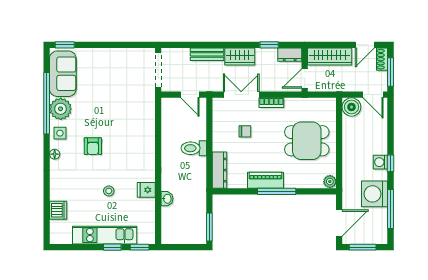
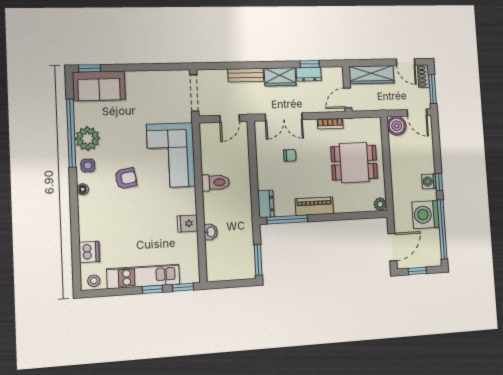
door: (365, 45) -> (406, 62), hinge flipped
dresser: (290, 55) -> (309, 74), moved
sofa: (63, 74) -> (99, 86), moved, turned 90
door: (190, 95) -> (230, 118), hinge flipped
double door: (241, 95) -> (284, 117), swing flipped
bookcase: (271, 103) -> (330, 124), moved
corner sofa: (134, 127) -> (171, 155), added
armchair: (93, 146) -> (126, 178), turned -99
toilet: (194, 148) -> (216, 182), moved, turned 180
dresser: (220, 170) -> (266, 204), width x0.70
stool: (109, 191) -> (94, 281), moved
window: (277, 191) -> (287, 220), moved
window: (391, 209) -> (442, 229), width x1.46
window: (363, 247) -> (417, 271), width x0.67

